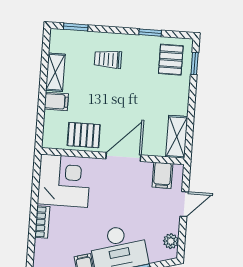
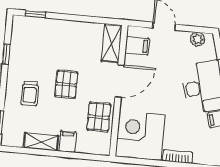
pallet: (171, 60) -> (66, 84), moved, turned 90
shelving: (177, 137) -> (112, 43), moved, turned 90
door: (123, 157) -> (120, 81), swing flipped

